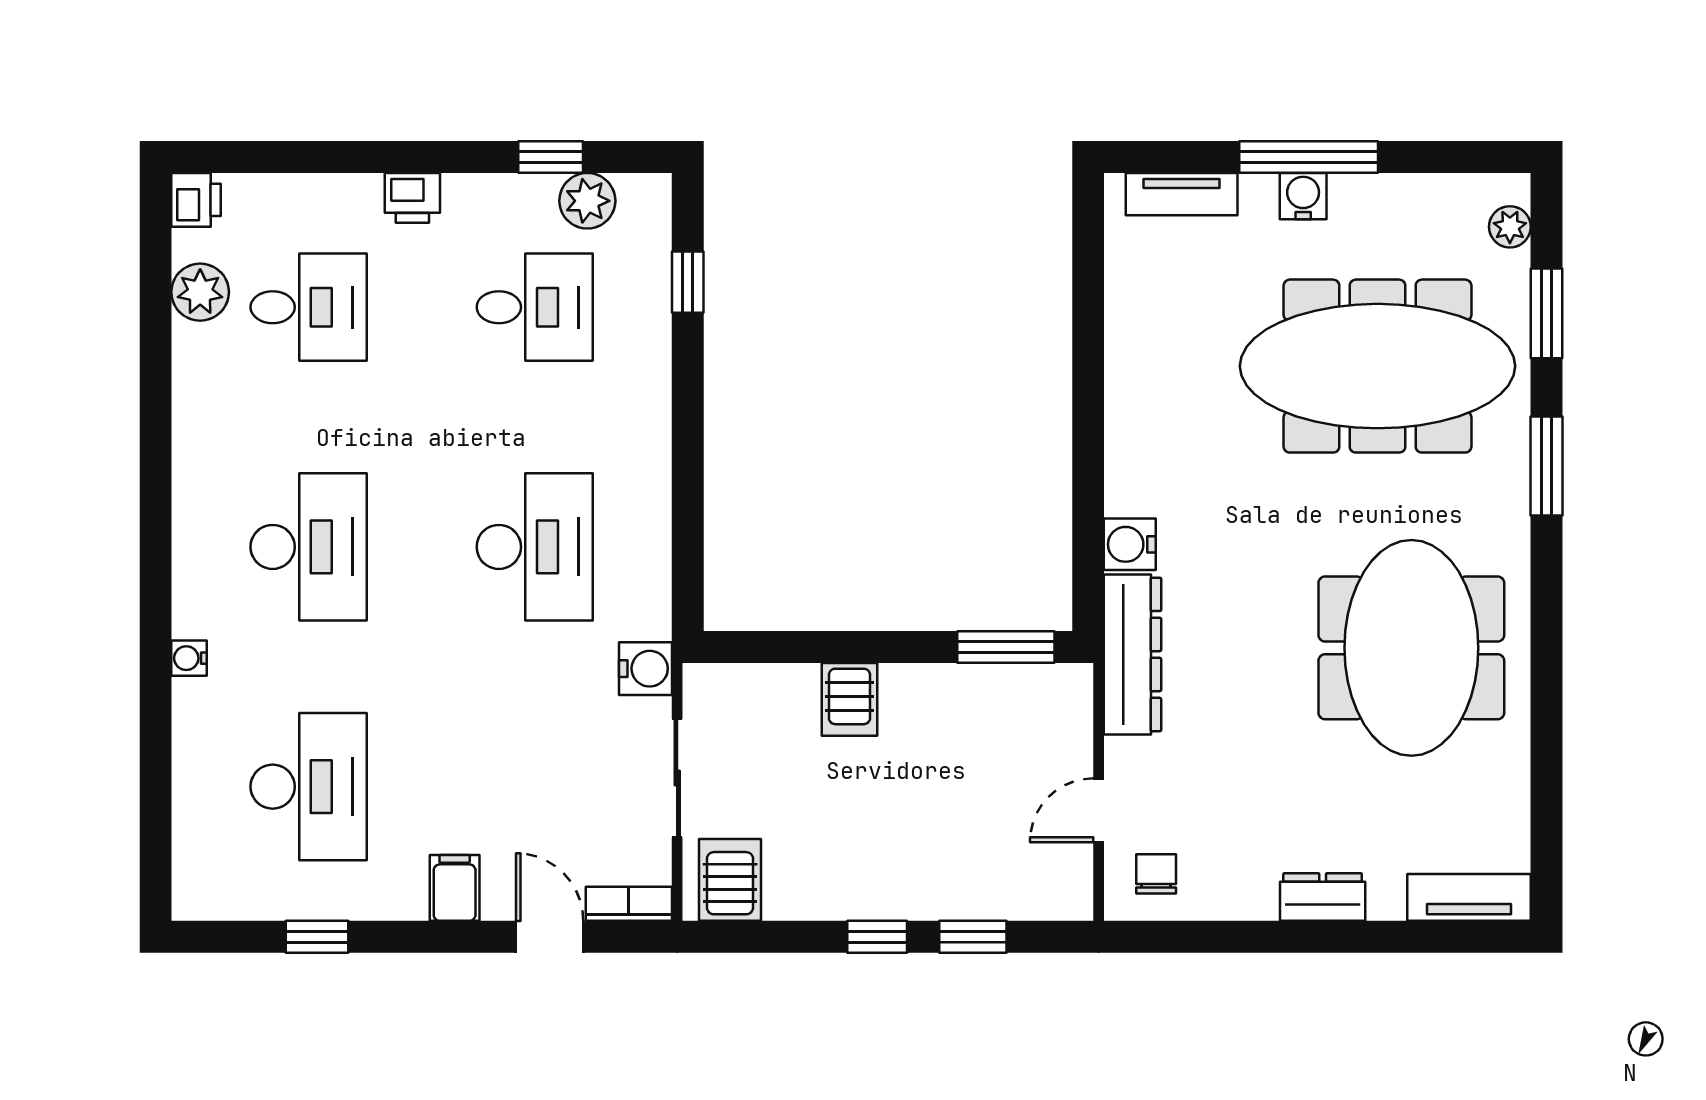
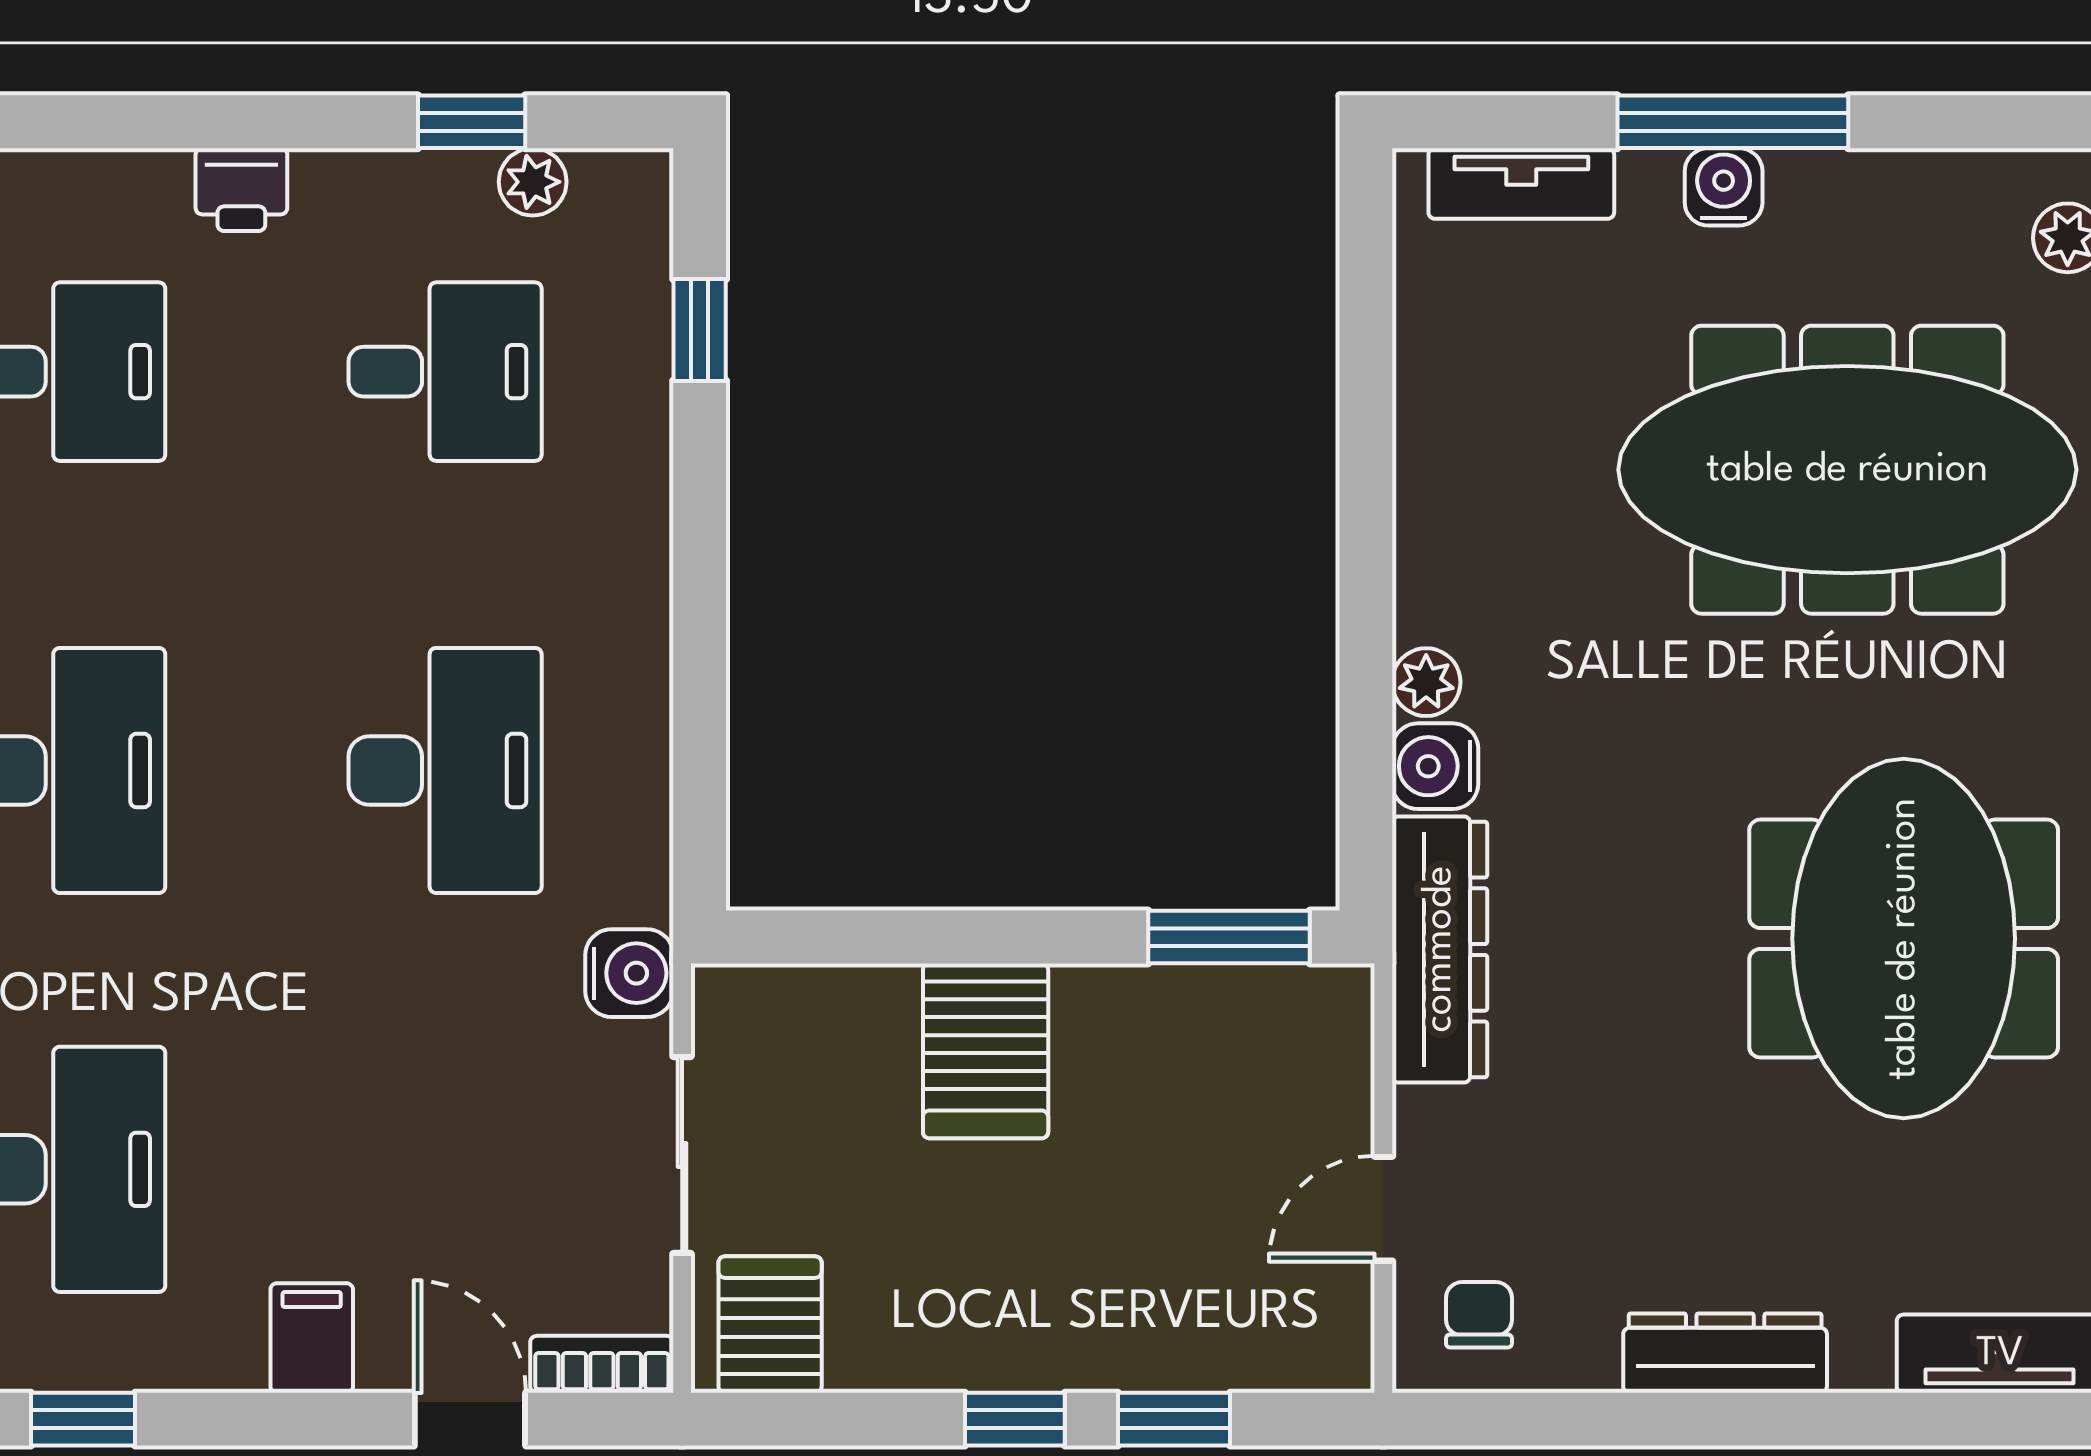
plant: (587, 201) -> (533, 182), width x0.73, depth x0.73
plant: (1124, 494) -> (1426, 682), added
server rack: (850, 699) -> (986, 1051), width x1.36, depth x1.44
dresser: (1323, 897) -> (1725, 1353), width x1.44

